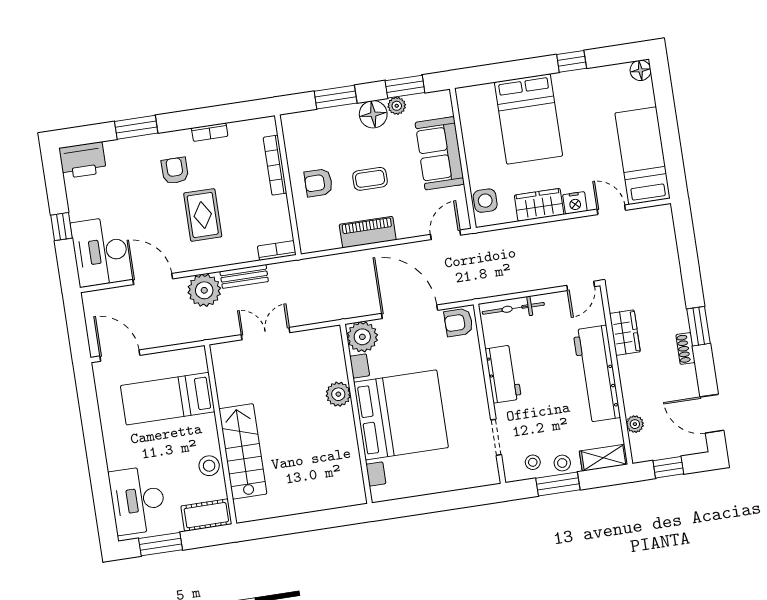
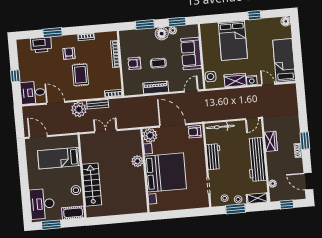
printer: (83, 160) -> (41, 45), moved
desk: (100, 251) -> (33, 93), width x0.73

